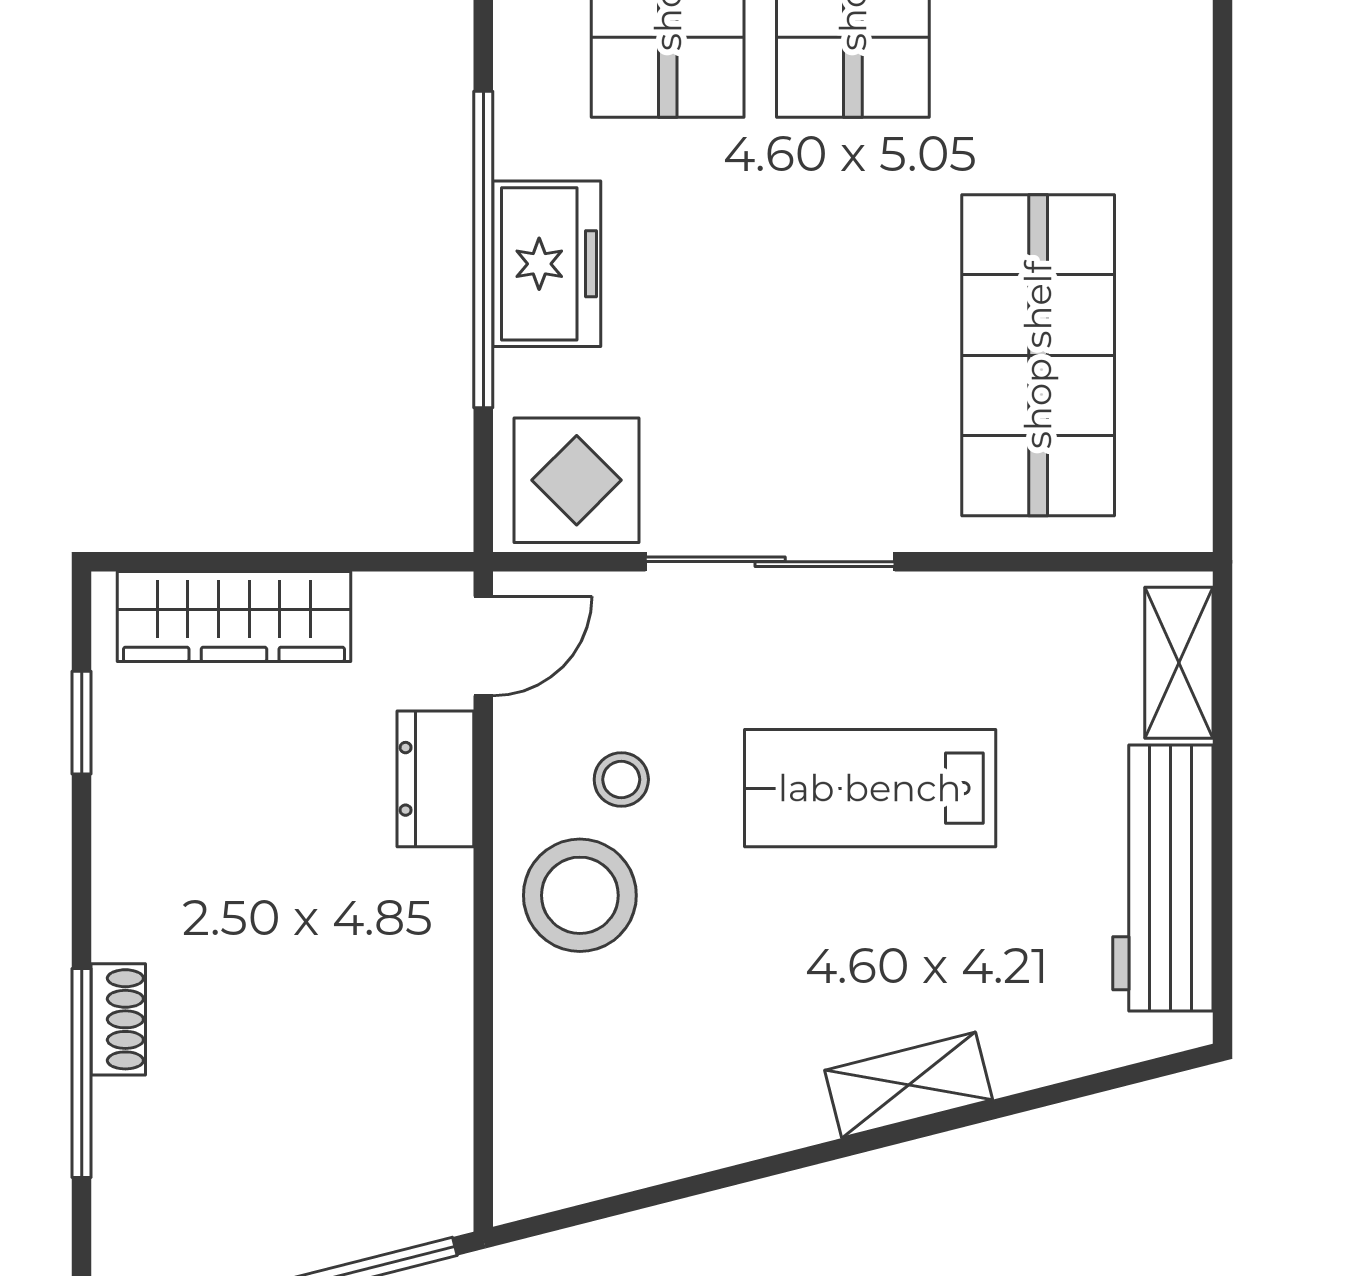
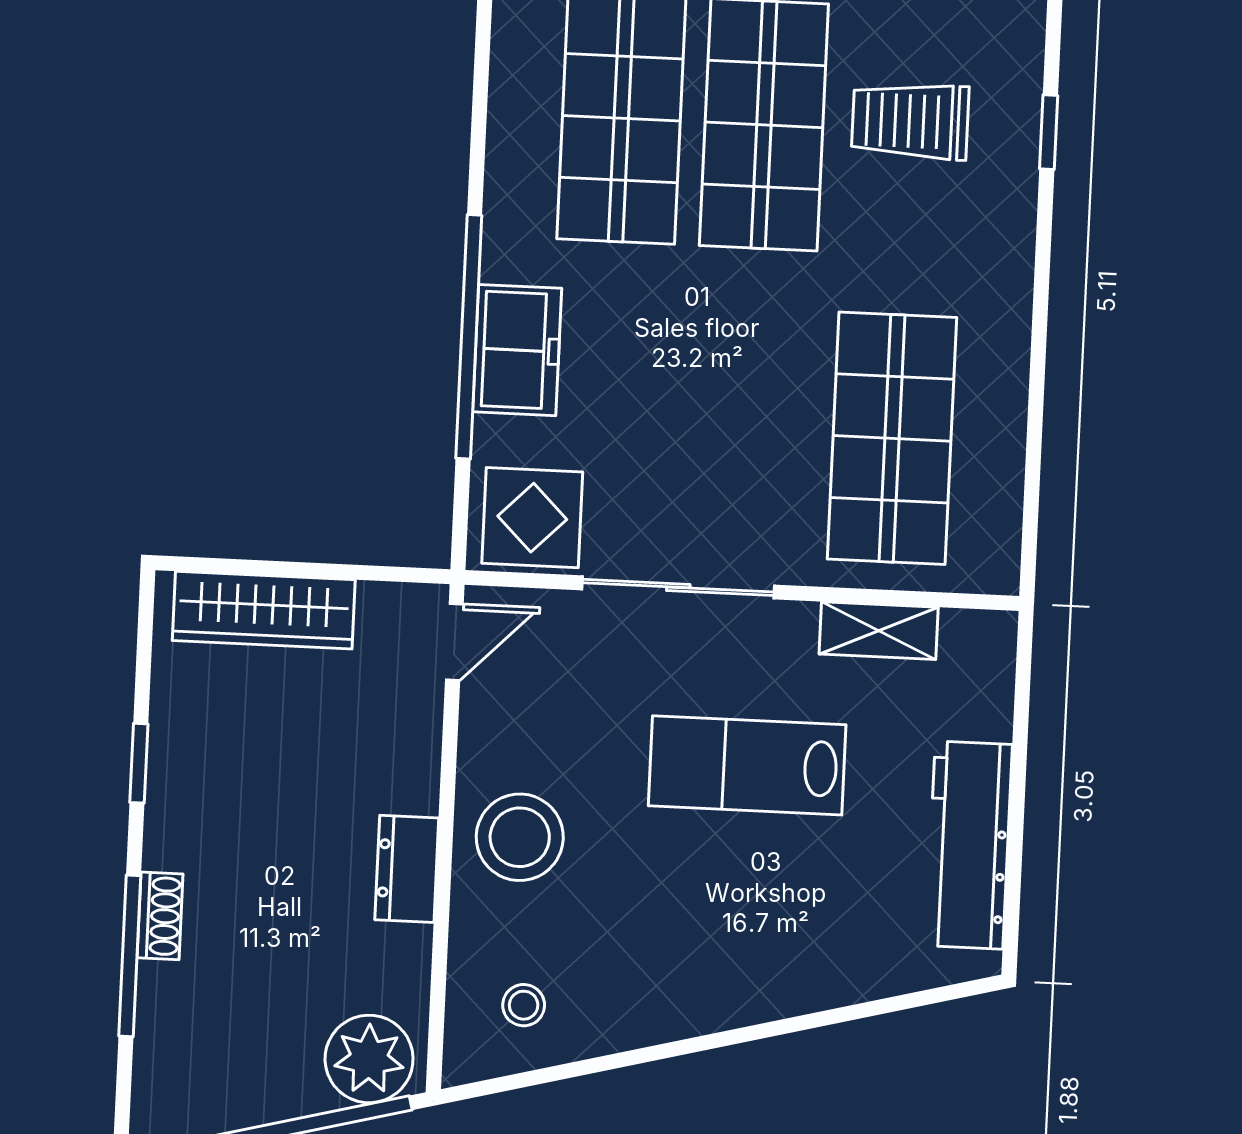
shelving: (1179, 663) -> (879, 631), moved, turned 90
window: (82, 723) -> (139, 763), moved
dresser: (435, 779) -> (407, 869), moved
stool: (621, 780) -> (524, 1005), moved
shelving: (909, 1085) -> (766, 995), removed
plant: (398, 1192) -> (369, 1059), added

